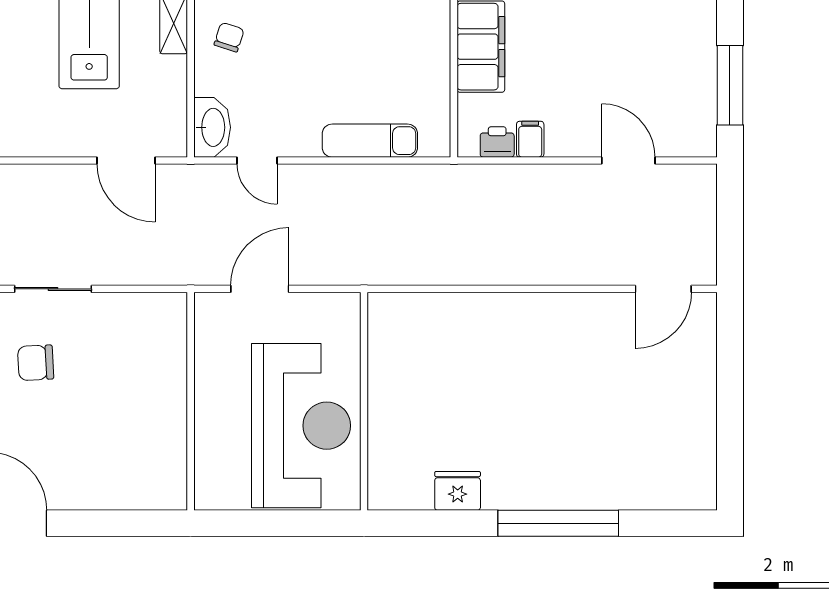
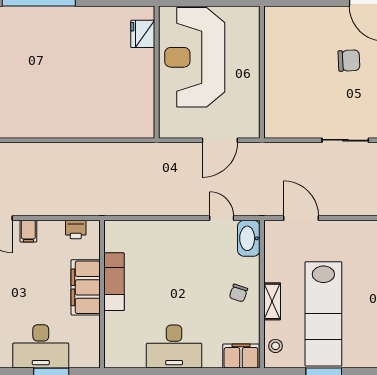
filing cabinet: (530, 139) -> (28, 231), moved
exam couch: (370, 141) -> (114, 282), moved, turned -90
chair: (36, 363) -> (349, 61), moved
fridge: (458, 491) -> (143, 34), moved, turned 90

